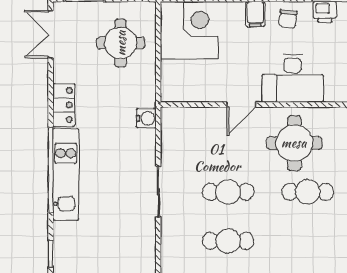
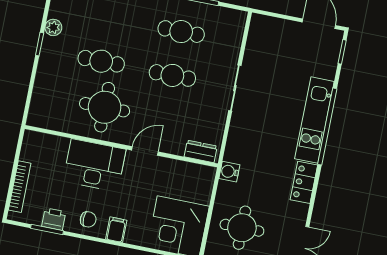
chair: (288, 19) -> (88, 219), turned 83
dresser: (181, 116) -> (201, 151), added
water cooler: (146, 118) -> (229, 172), moved

